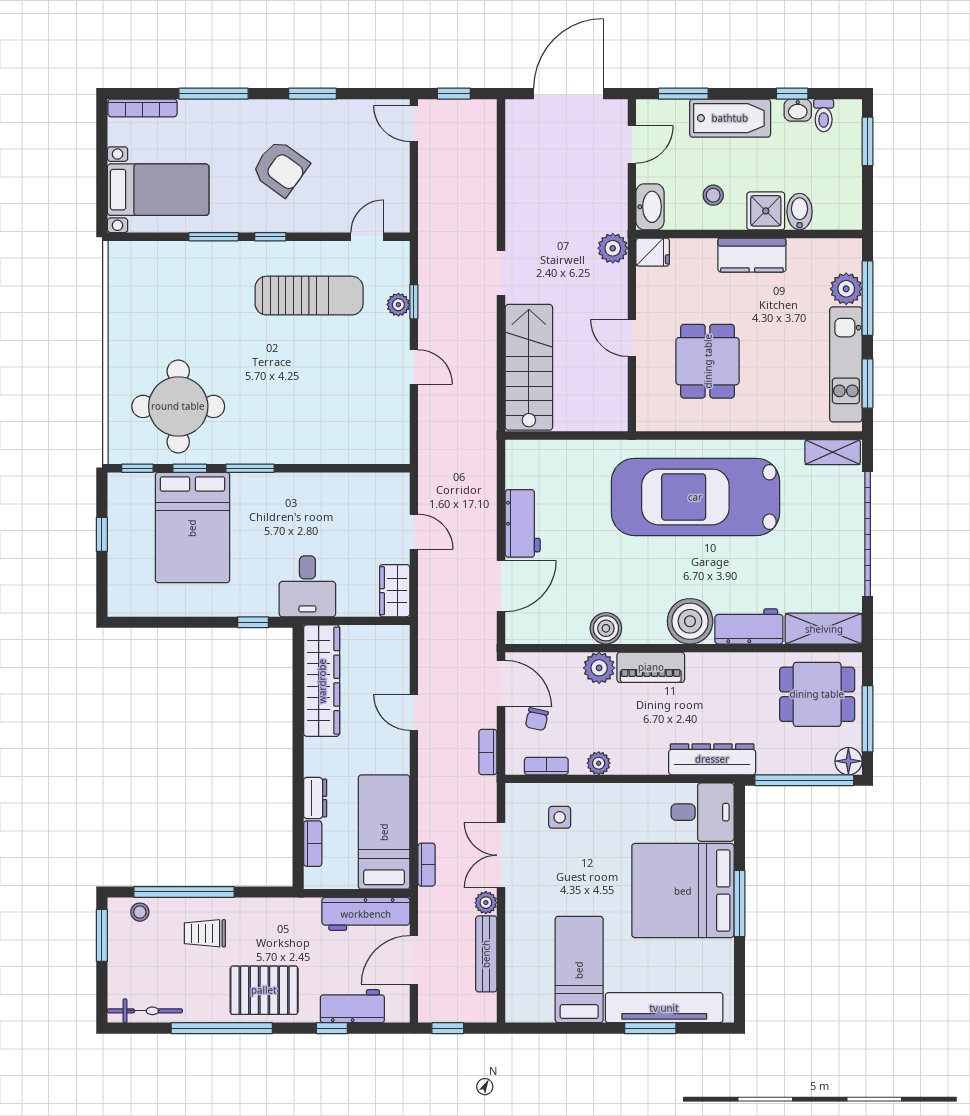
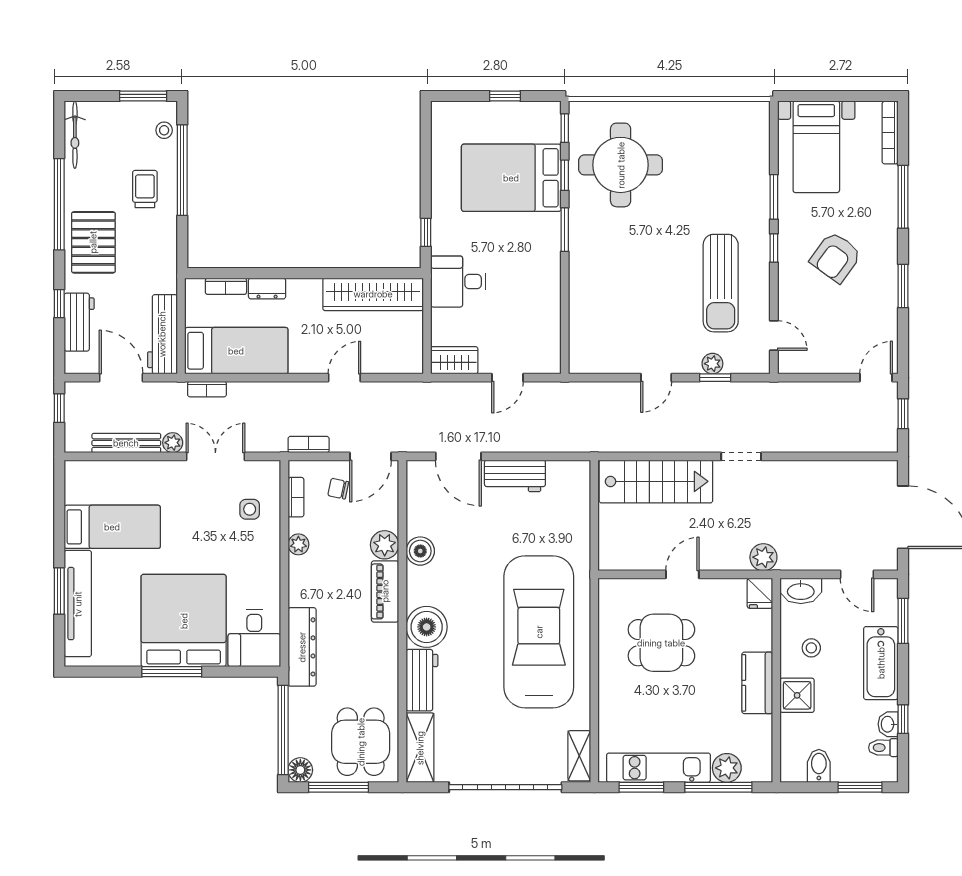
bidet: (800, 212) -> (819, 766), moved, turned -90

